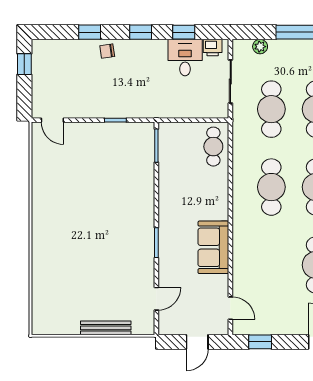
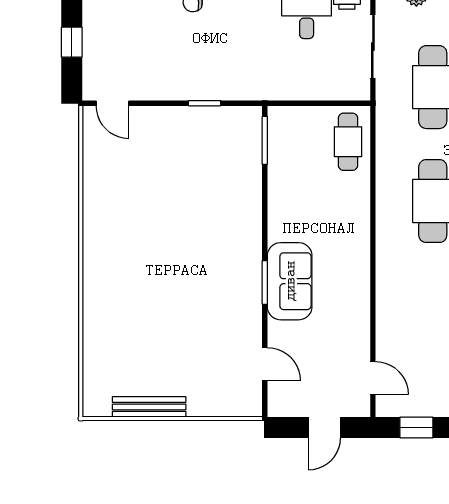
window: (24, 64) -> (72, 42), moved
sofa: (213, 247) -> (290, 281), moved, turned 180
door: (156, 299) -> (265, 364), hinge flipped
bench: (106, 328) -> (149, 407), moved

